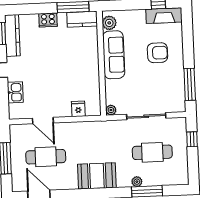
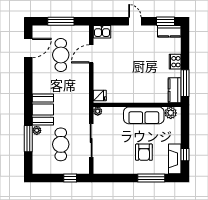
kitchen counter: (12, 35) -> (169, 31), width x0.67
window: (190, 84) -> (151, 178), moved
kitchen sink: (15, 92) -> (102, 32), moved
fridge: (78, 109) -> (100, 96), moved
booth: (97, 176) -> (43, 110), moved

